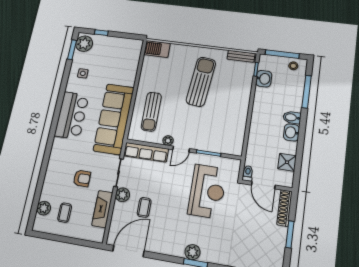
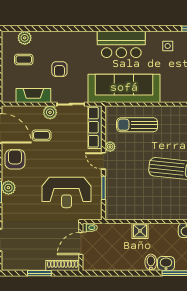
washbasin: (292, 132) -> (166, 264), moved
shower: (287, 162) -> (140, 231), moved
armchair: (164, 240) -> (15, 159), added

